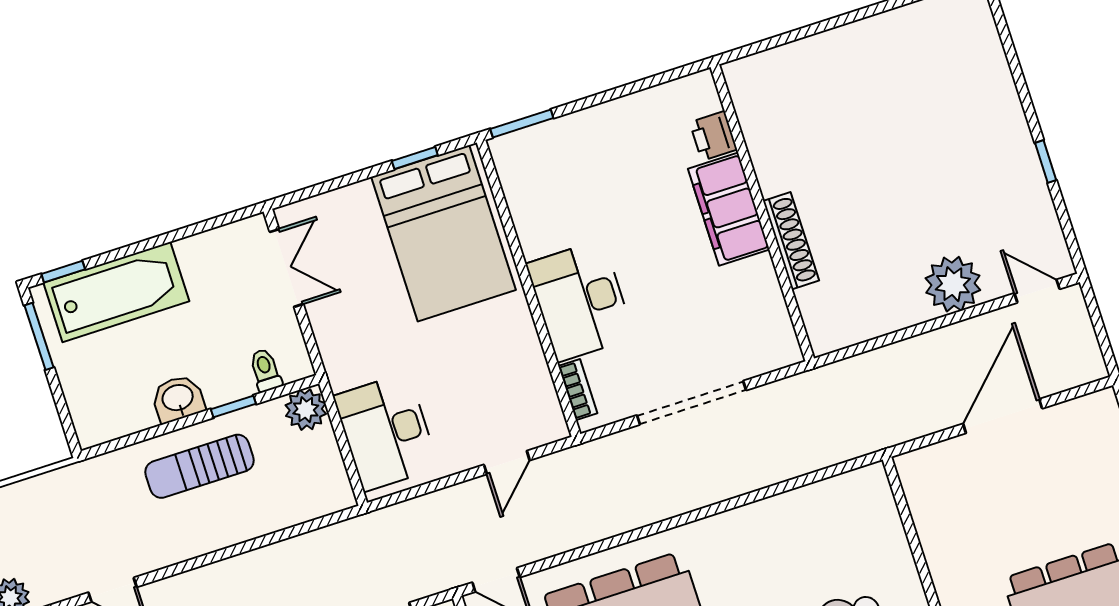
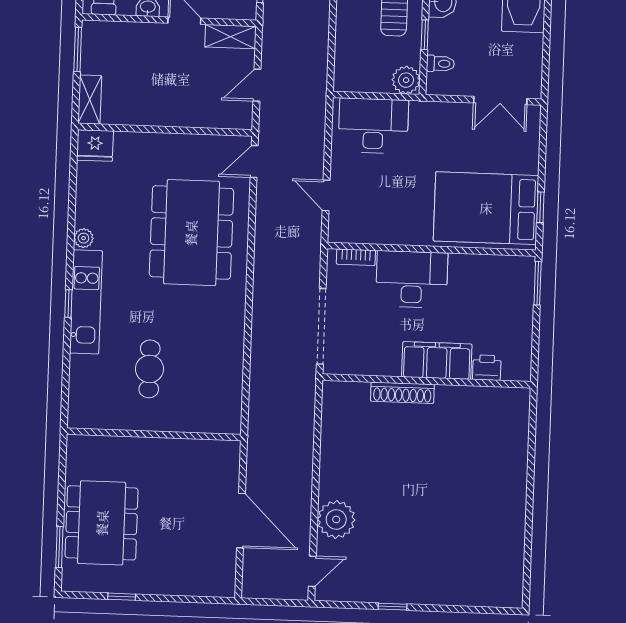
printer: (713, 136) -> (487, 368), moved
filing cabinet: (729, 209) -> (437, 360), moved
wall: (762, 213) -> (427, 381), moved
shoe rack: (791, 241) -> (402, 393), moved

